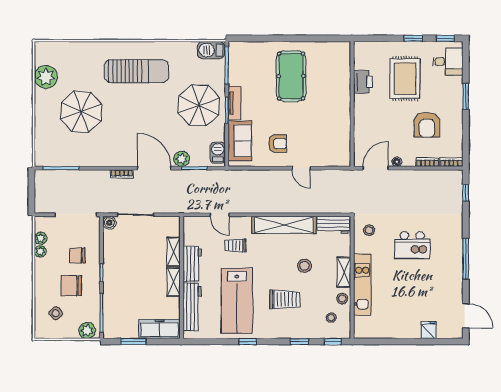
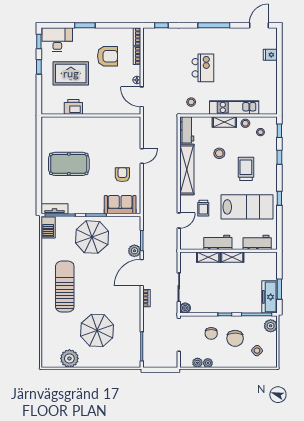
desk: (448, 62) -> (57, 39), width x1.37
tv unit: (235, 103) -> (54, 209), moved
barbecue: (218, 153) -> (130, 222), removed
workbench: (192, 307) -> (257, 242), width x0.73
freezer: (160, 329) -> (270, 297), moved

